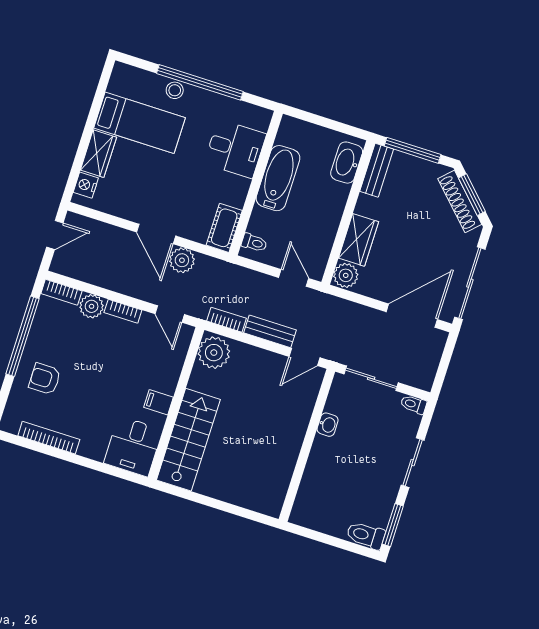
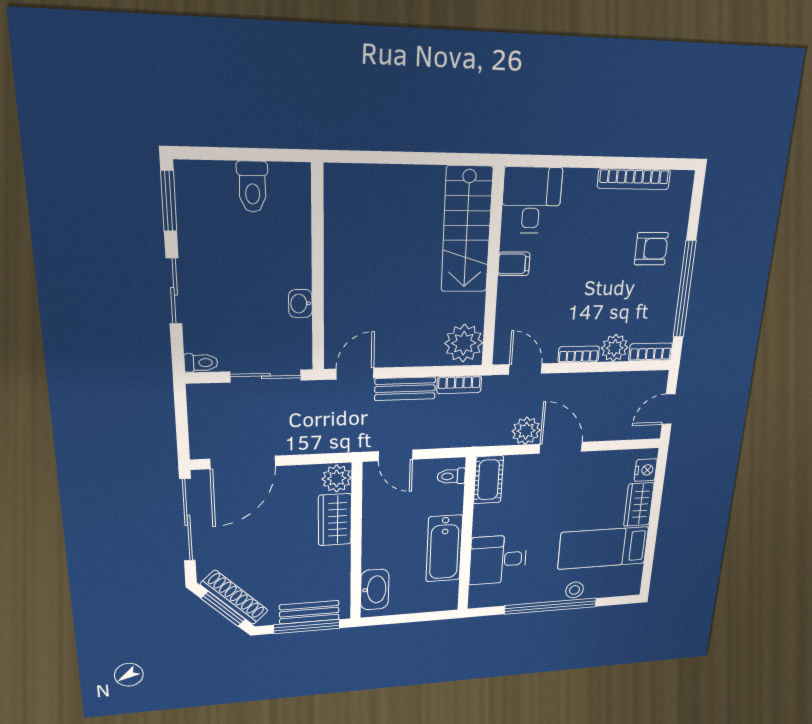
bench: (377, 170) -> (309, 612), moved, turned 90
toilet: (366, 535) -> (252, 187), moved, turned 90

